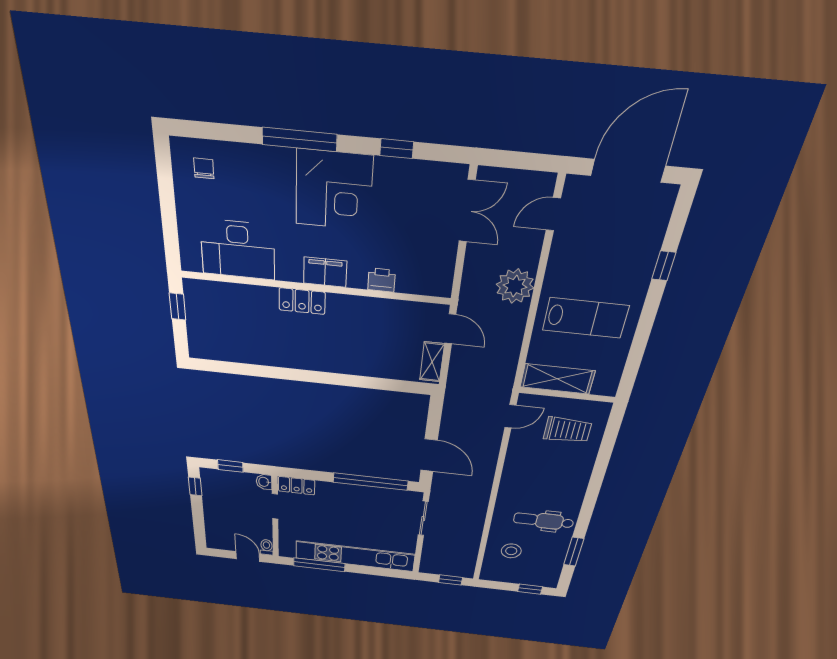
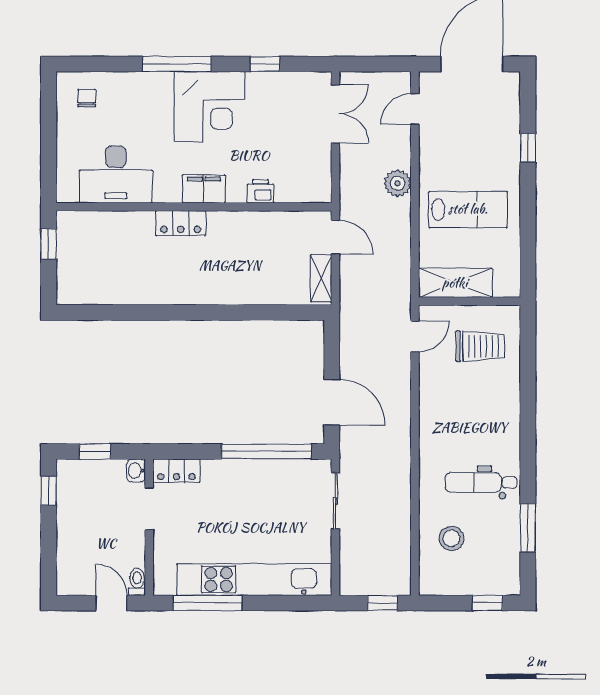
plant: (515, 286) -> (398, 183), width x0.73, depth x0.73

